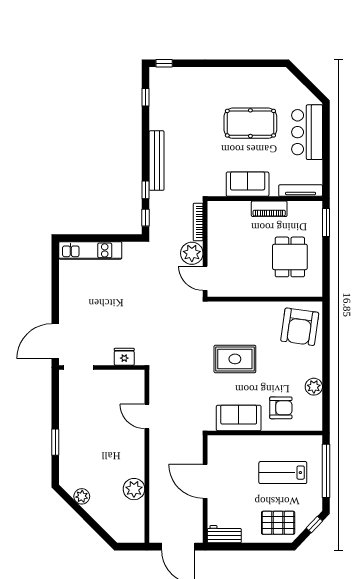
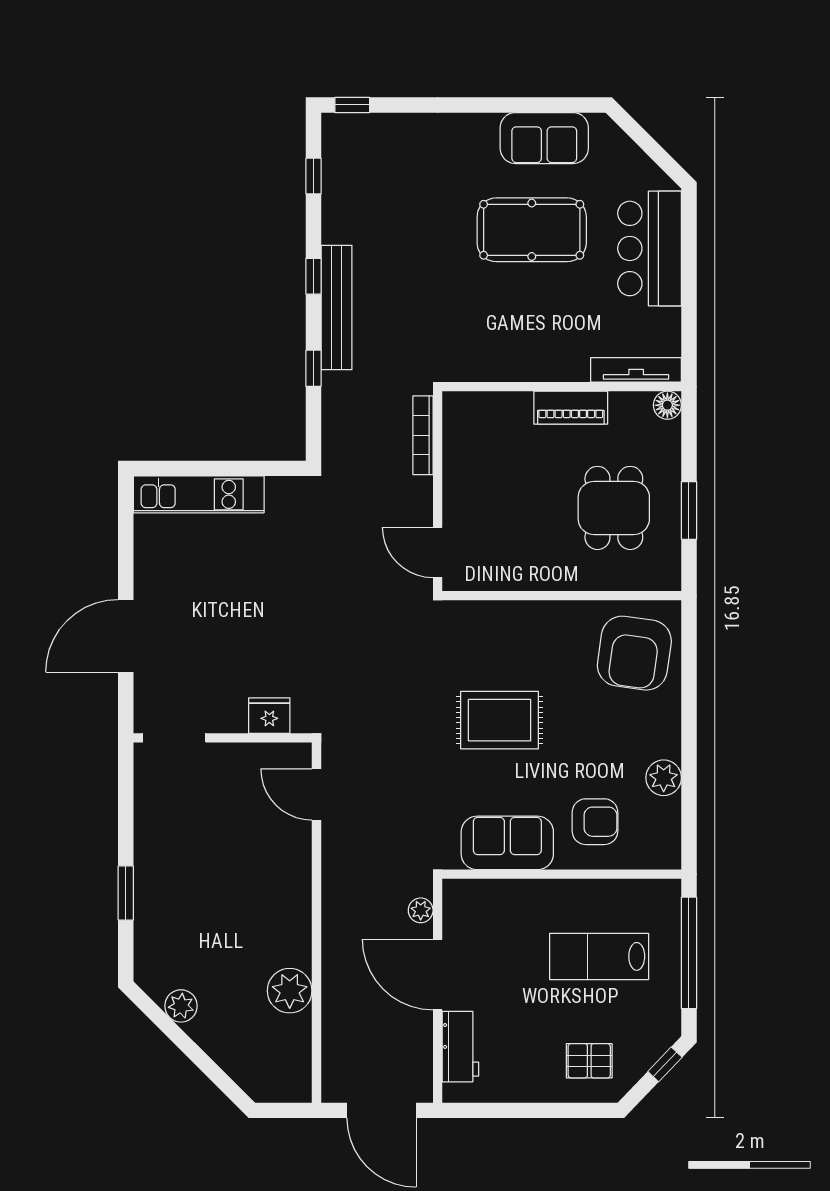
sofa: (248, 184) -> (544, 138), moved, turned 180
floor lamp: (316, 208) -> (667, 405), added
window: (145, 218) -> (313, 276), moved
window: (326, 223) -> (689, 510), moved
plant: (192, 253) -> (421, 910), moved, width x0.53, depth x0.53
door: (55, 341) -> (126, 636), moved
door: (147, 417) -> (317, 795), moved
pallet: (278, 523) -> (589, 1061), width x0.67, depth x0.71
workbench: (224, 534) -> (460, 1047), moved, turned 90

